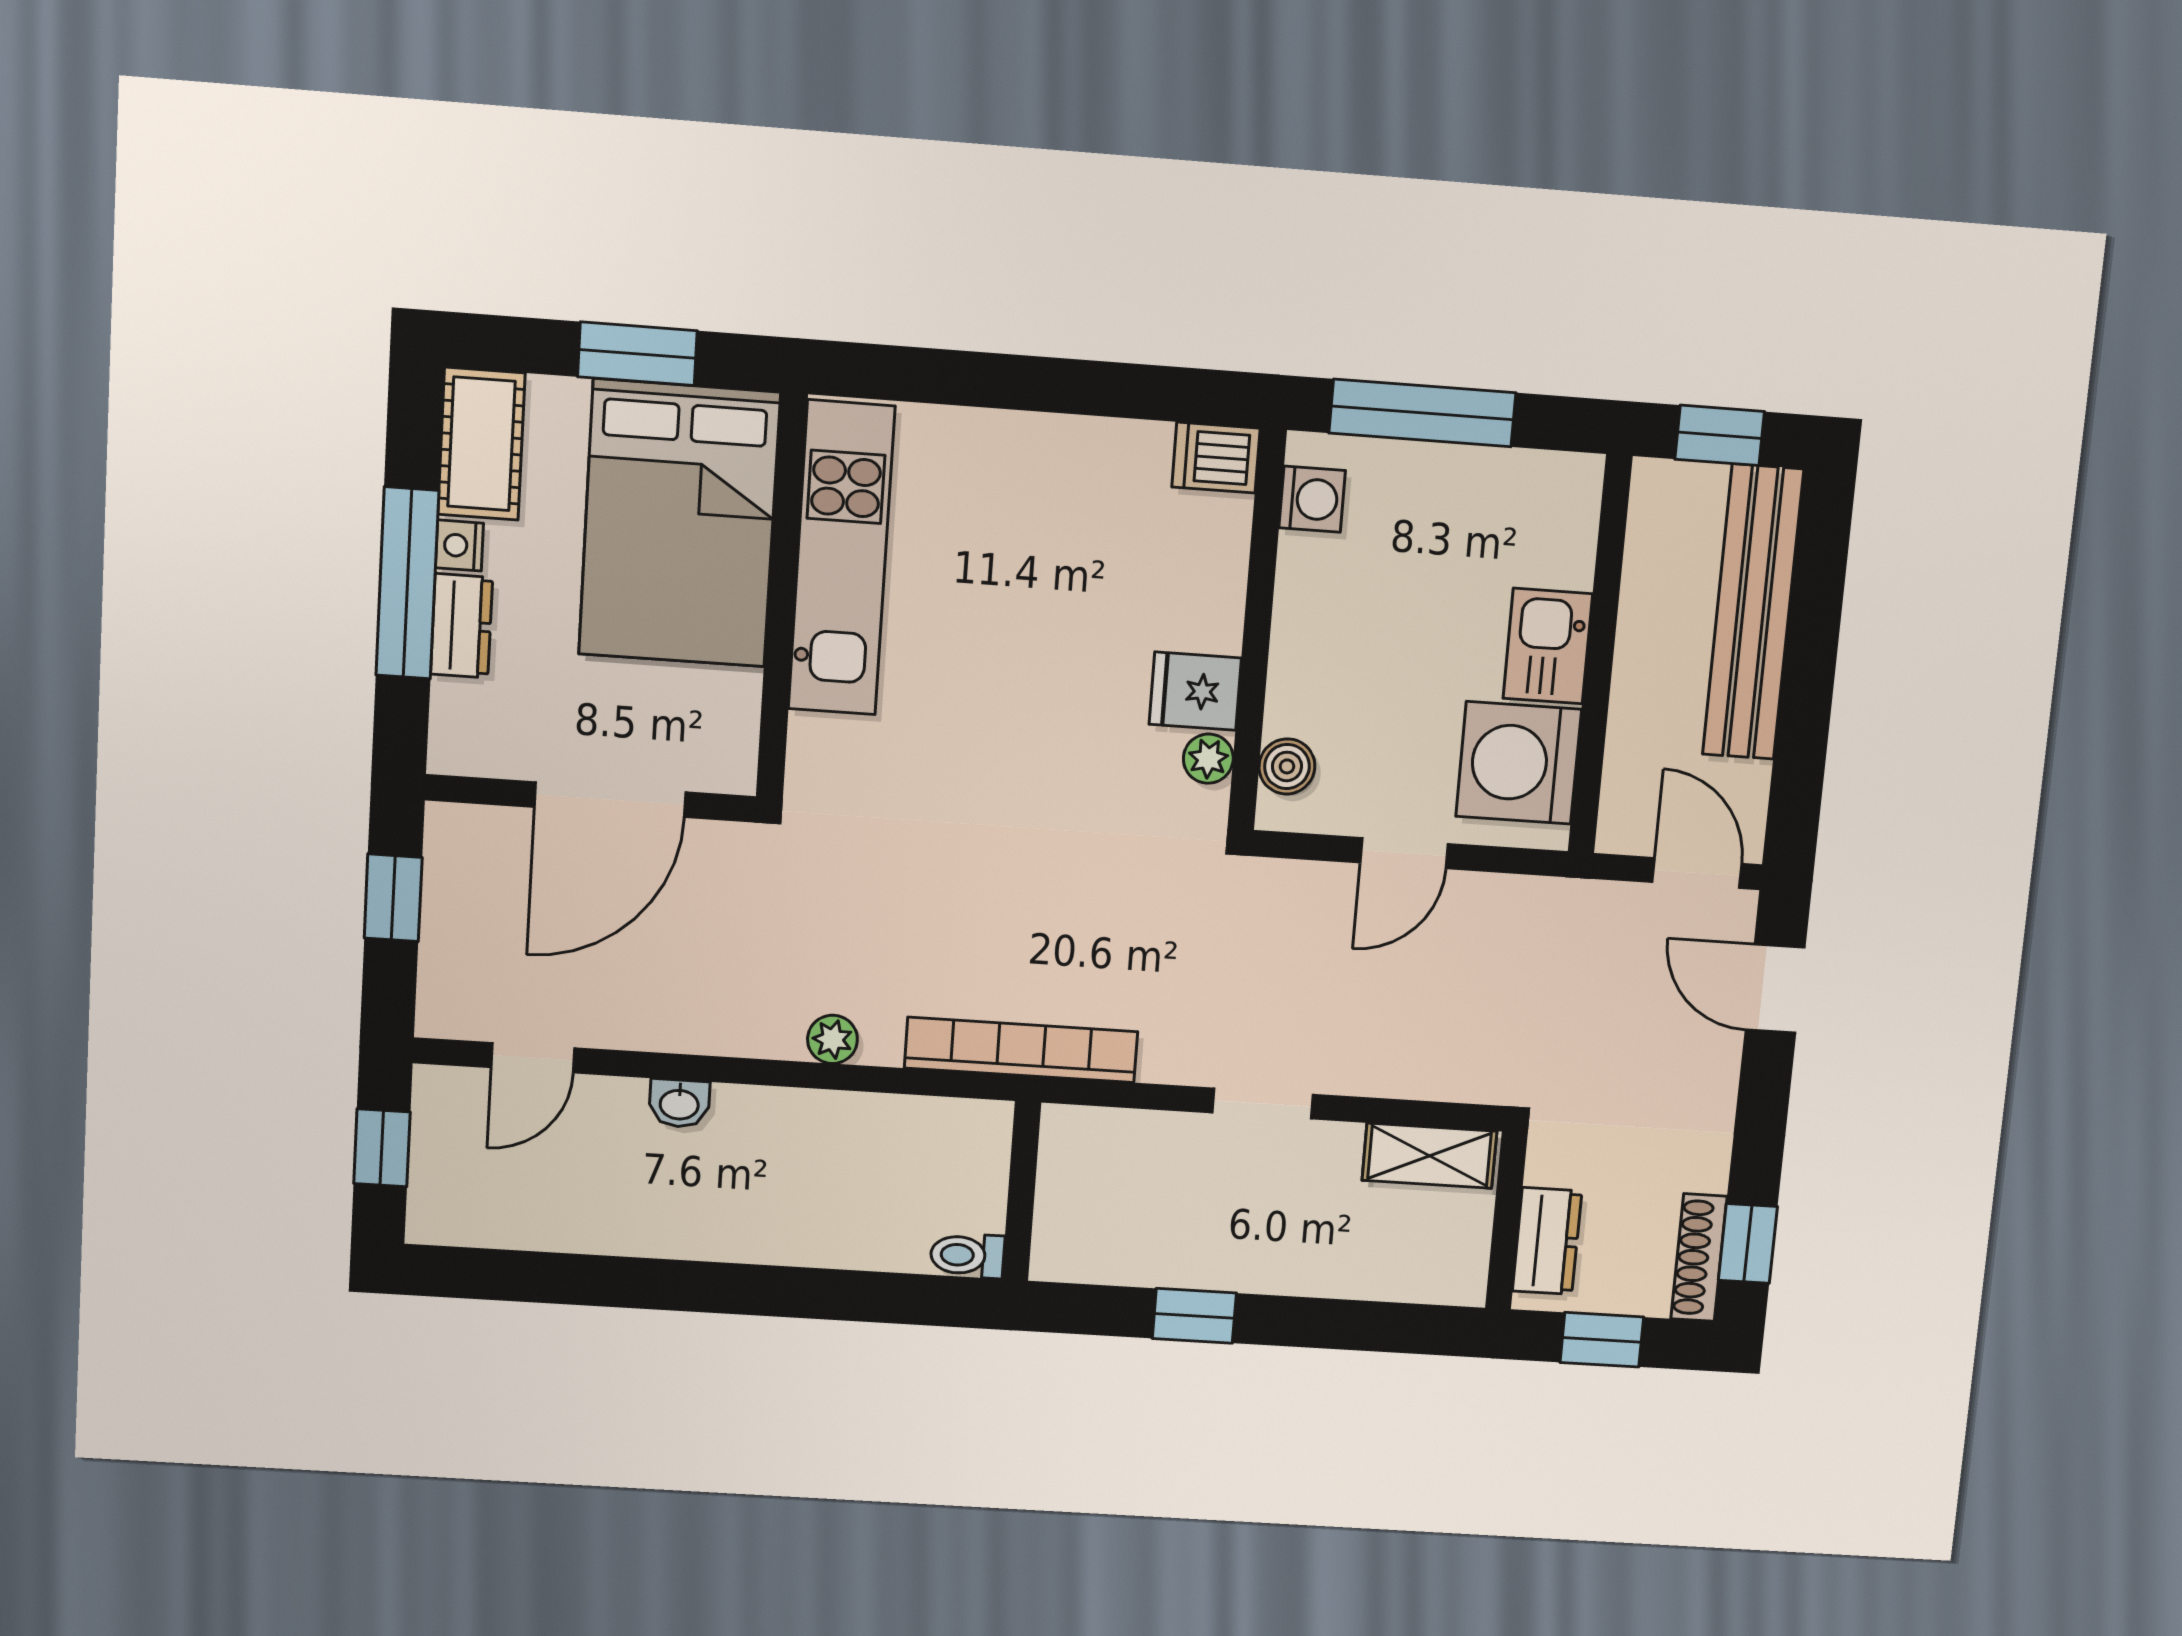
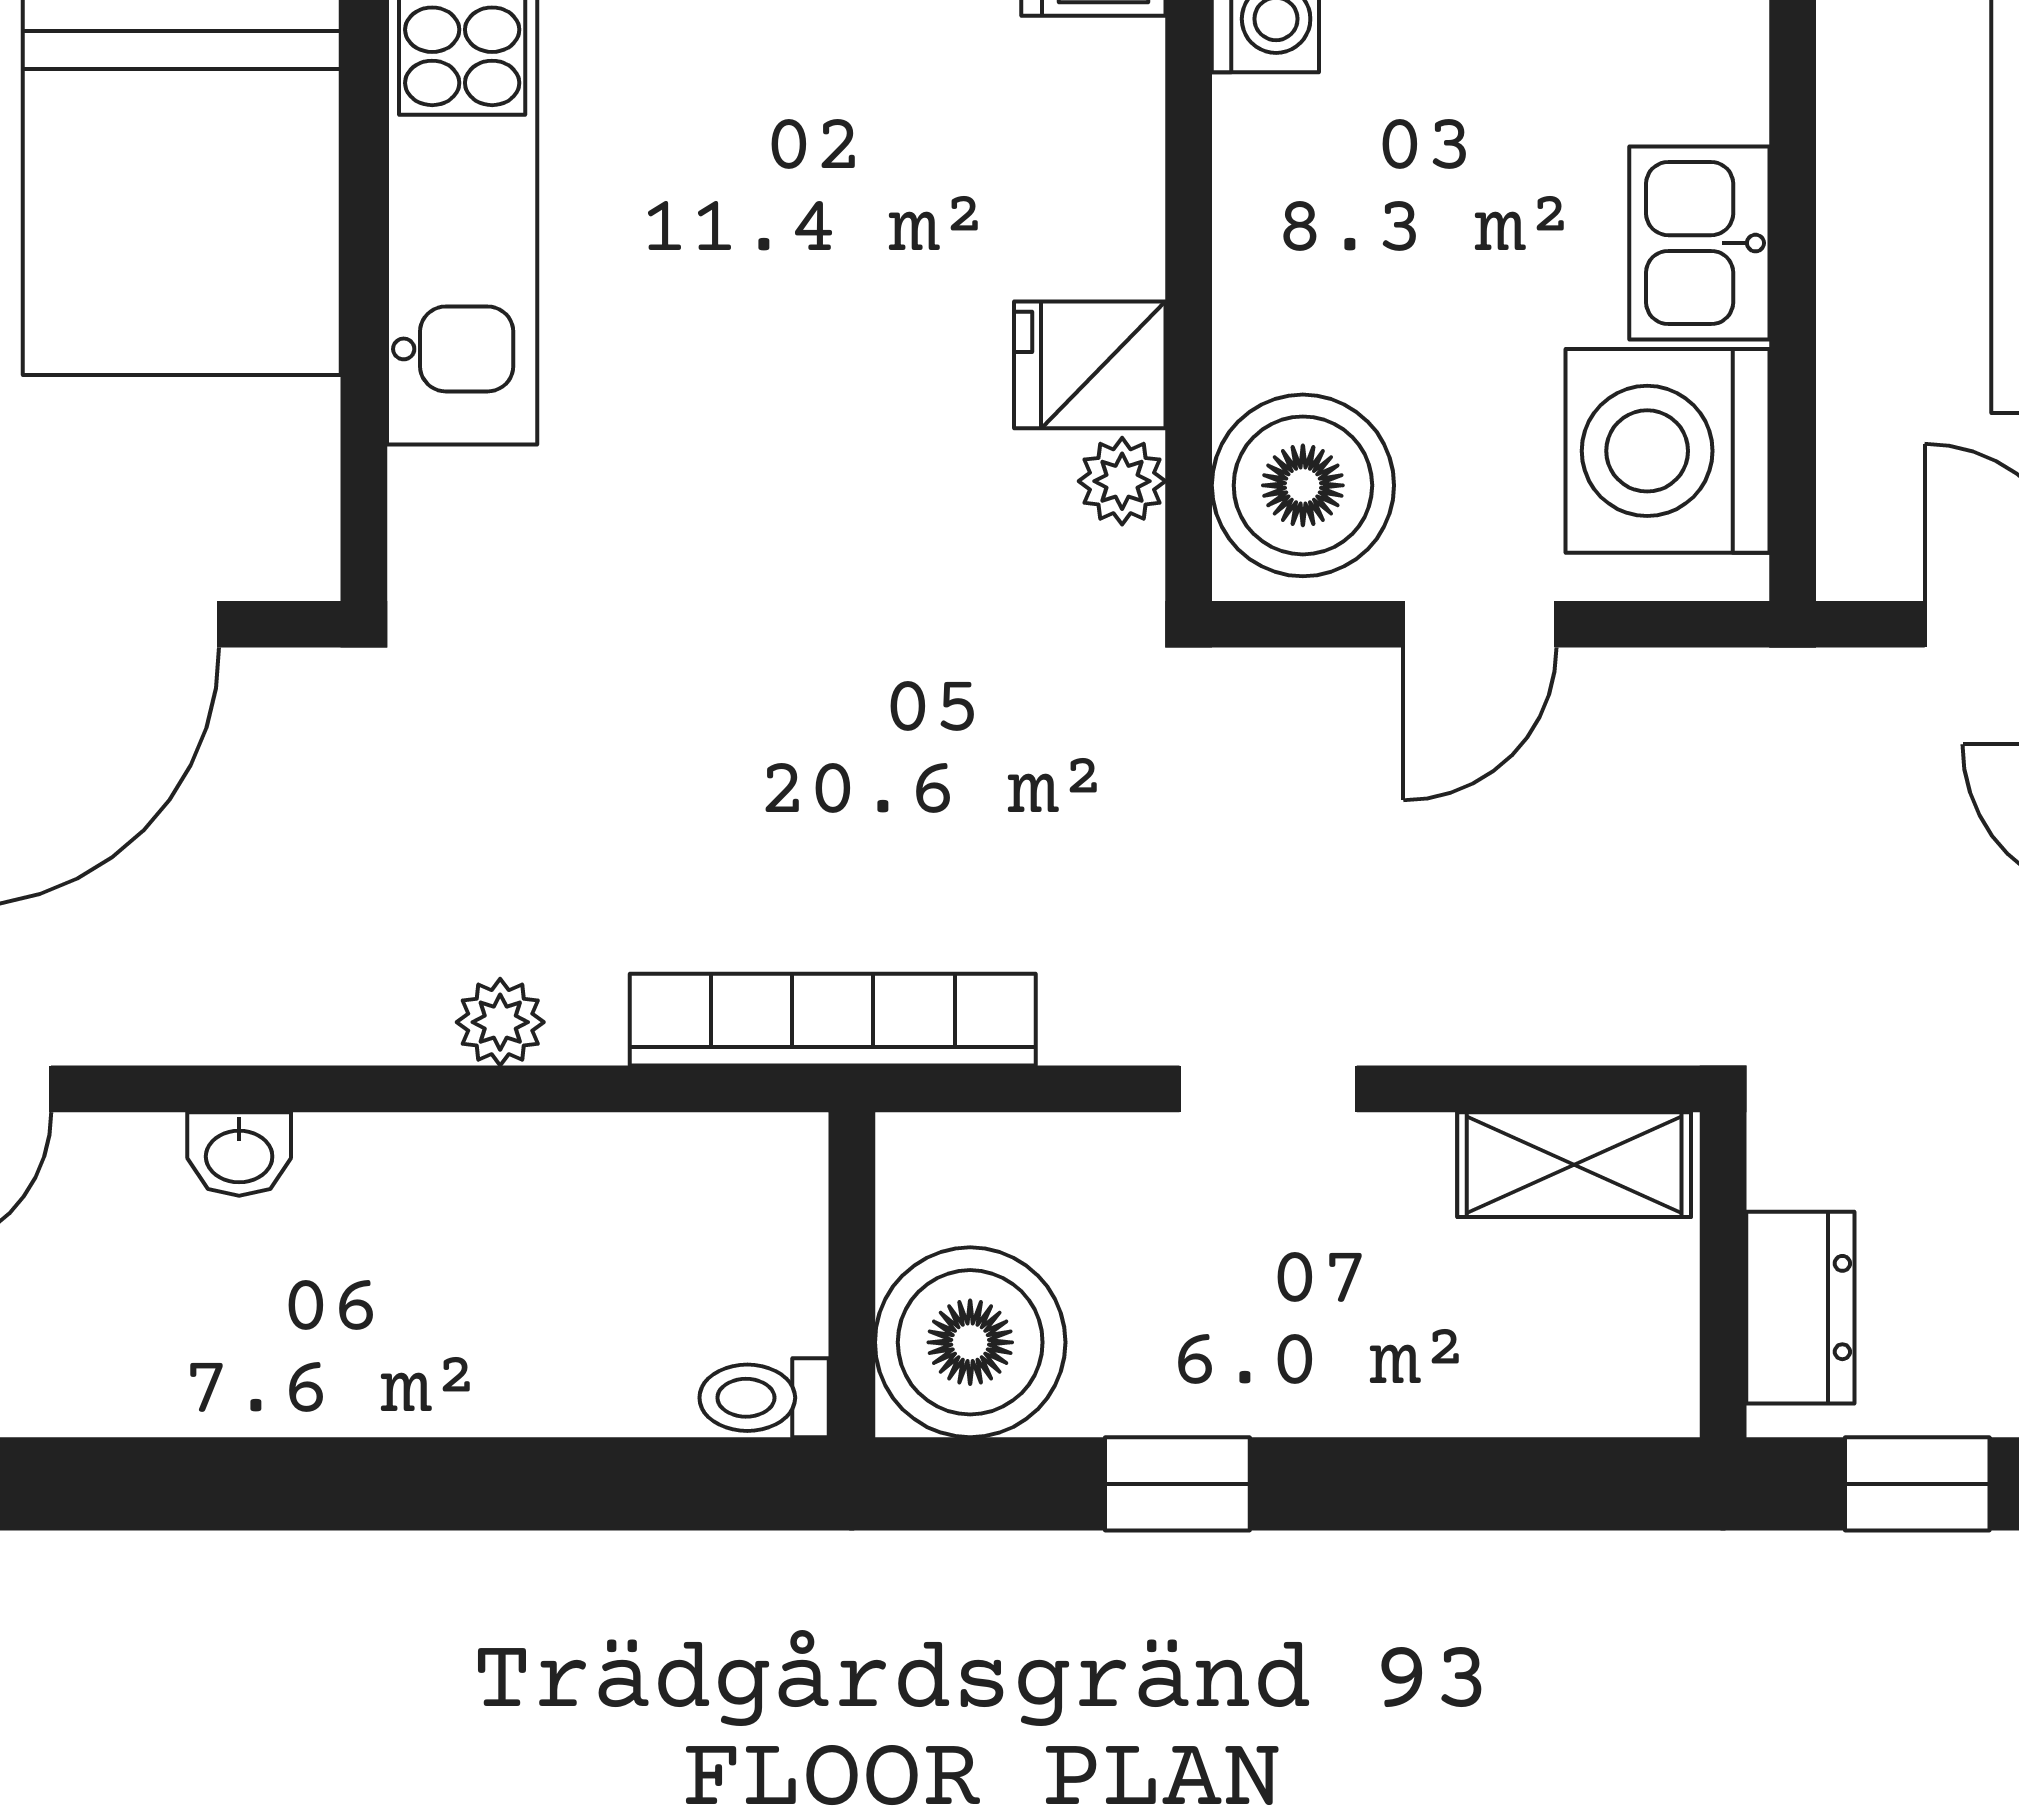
boiler: (1287, 766) -> (1303, 485), width x1.86, depth x1.86
boiler: (1085, 1232) -> (970, 1342), added

